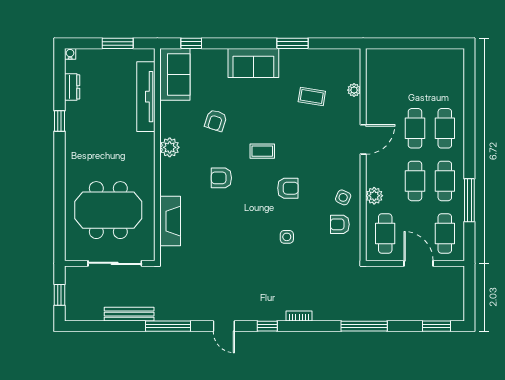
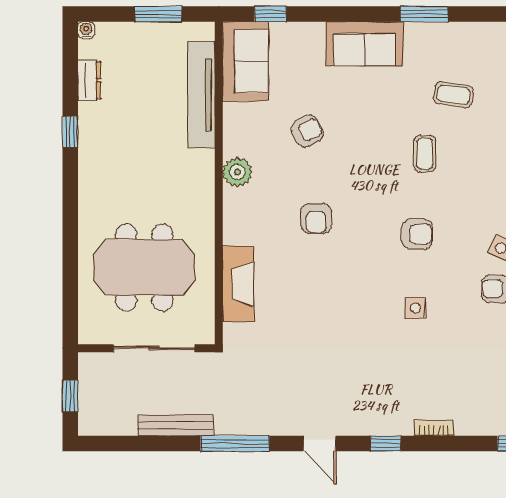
armchair: (216, 120) -> (307, 131), turned -135
coffee table: (262, 151) -> (425, 154), moved, turned 90
armchair: (221, 178) -> (316, 218), turned -90

